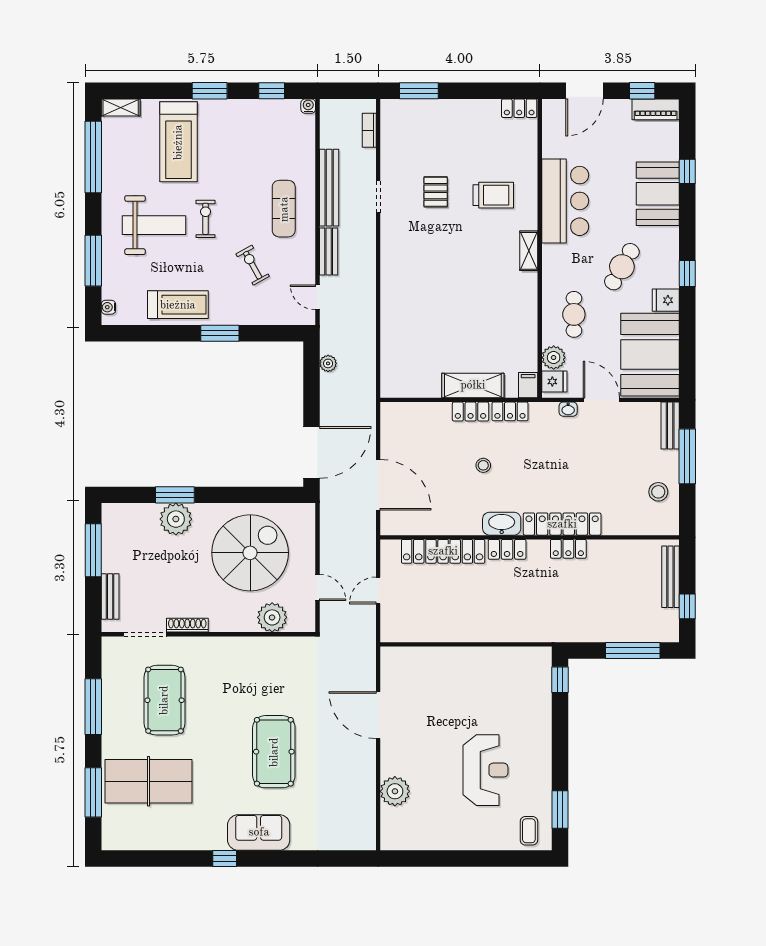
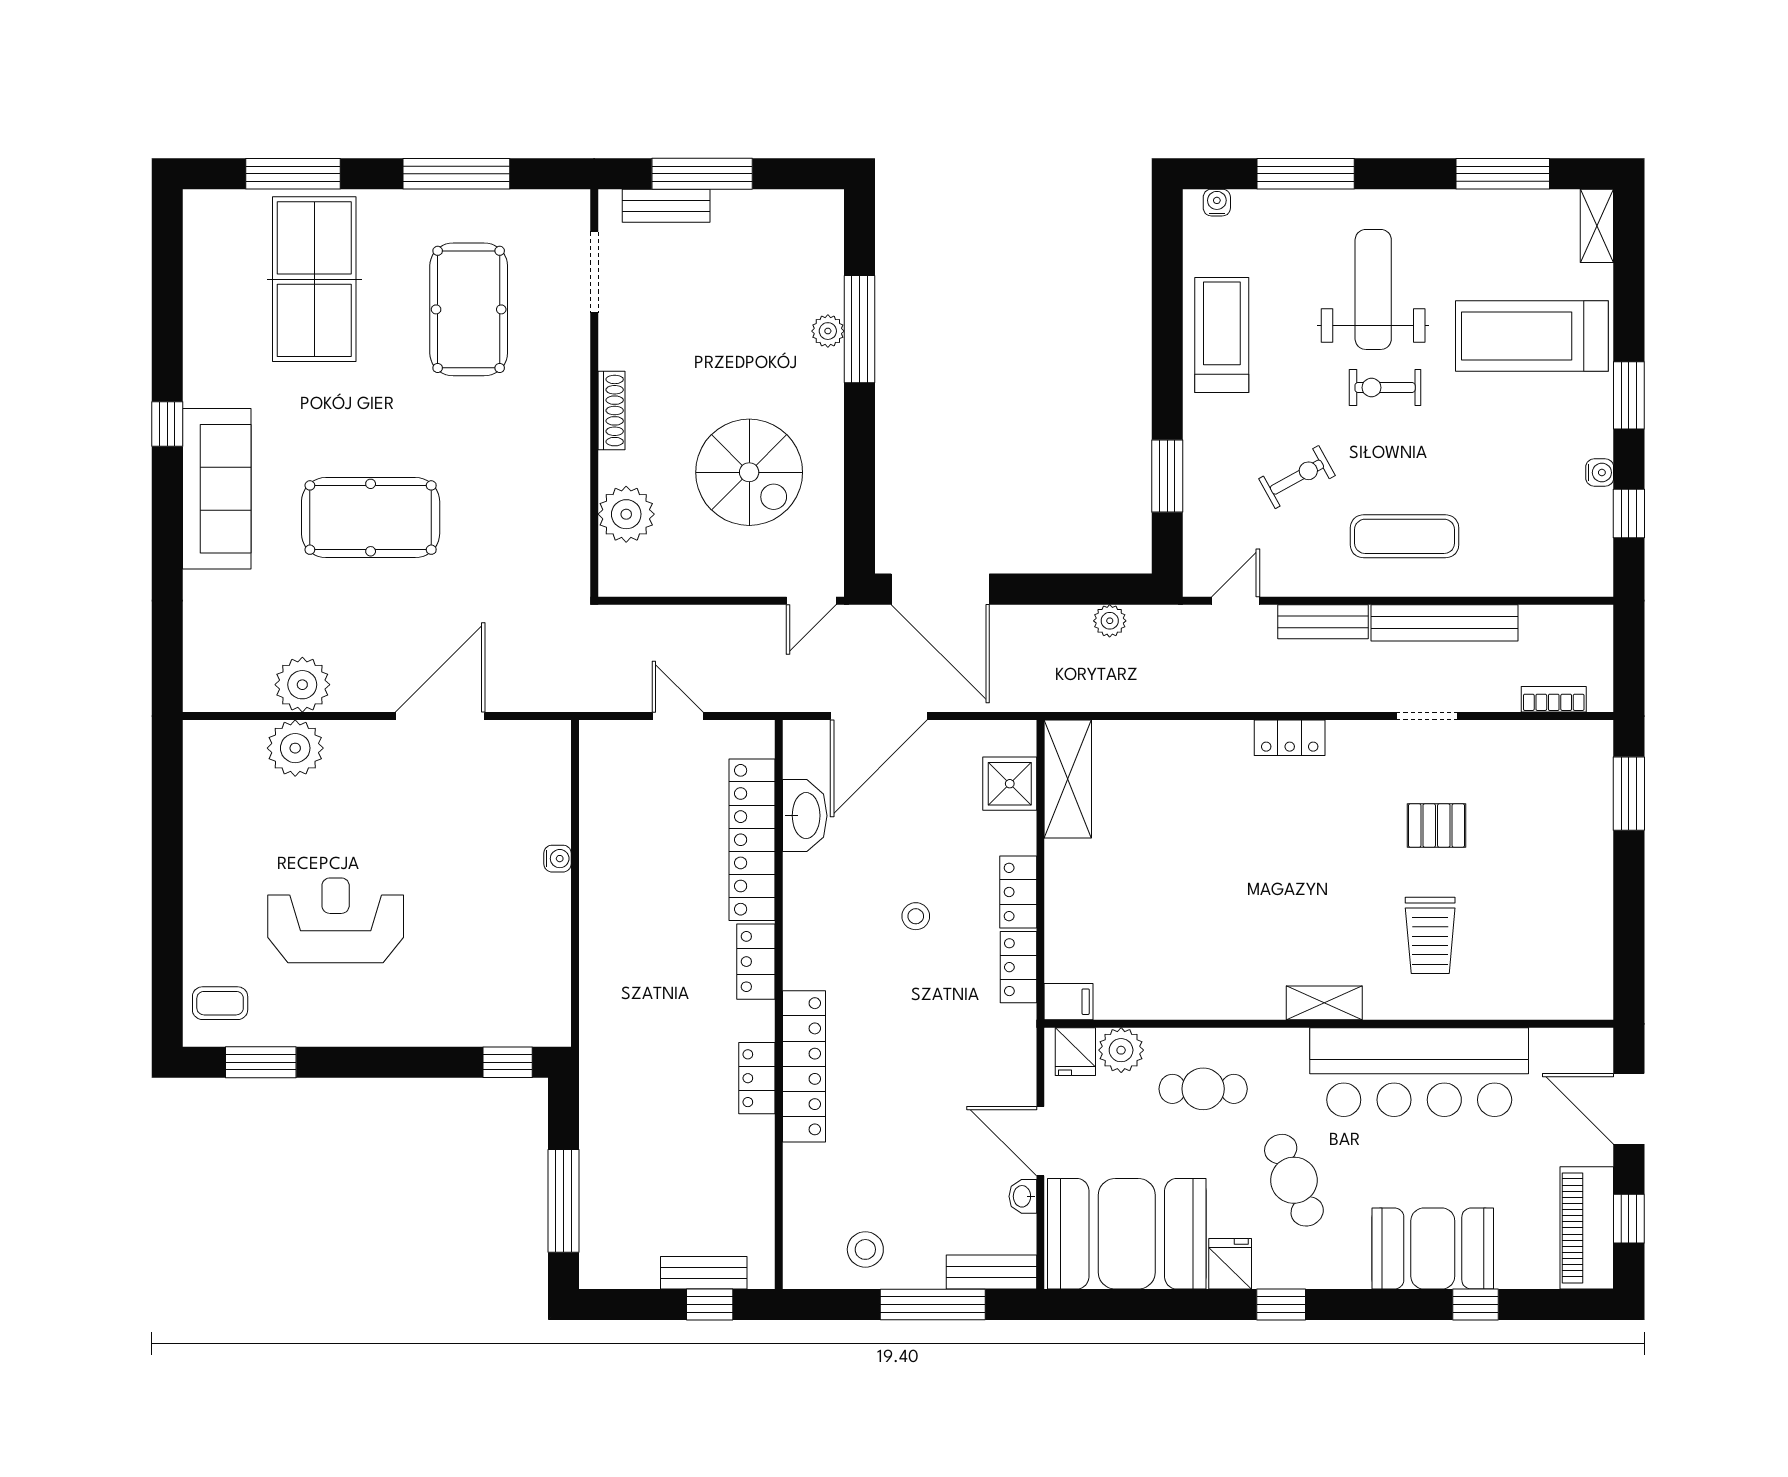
water cooler: (308, 106) -> (1600, 473), moved
locker: (519, 108) -> (1290, 738), moved, turned -90
piano: (656, 109) -> (1587, 1228), width x1.37, depth x1.33
window: (93, 157) -> (1503, 174), width x0.68
bar counter: (565, 201) -> (1419, 1072), width x1.36
exercise bike: (206, 219) -> (1385, 388), turned 180
weight bench: (154, 225) -> (1373, 289), turned 180
cafe table: (622, 267) -> (1294, 1180), turned 37
treadmill: (178, 305) -> (1222, 335), turned 180
window: (220, 333) -> (1167, 476), moved
shelving: (473, 385) -> (1068, 779), moved
door: (601, 400) -> (1040, 1141), swing flipped
washbasin: (568, 409) -> (1023, 1196), moved
shower: (414, 416) -> (1010, 784), added
window: (175, 495) -> (860, 329), width x1.44
plant: (176, 519) -> (828, 331), width x0.53, depth x0.53
washbasin: (502, 524) -> (805, 816), moved
window: (93, 550) -> (702, 174), moved
spiral stairs: (250, 553) -> (749, 472), width x0.73, depth x0.73
bench: (670, 577) -> (704, 1273), width x0.73
door: (317, 587) -> (811, 601), moved
window: (687, 606) -> (710, 1305), moved
shoe rack: (187, 625) -> (611, 411), moved
water cooler: (453, 653) -> (558, 859), added
pool table: (164, 700) -> (469, 309), turned 90
reception desk: (485, 770) -> (336, 920), turned 180
plant: (362, 788) -> (302, 685), added
sofa: (259, 832) -> (217, 489), width x1.36

